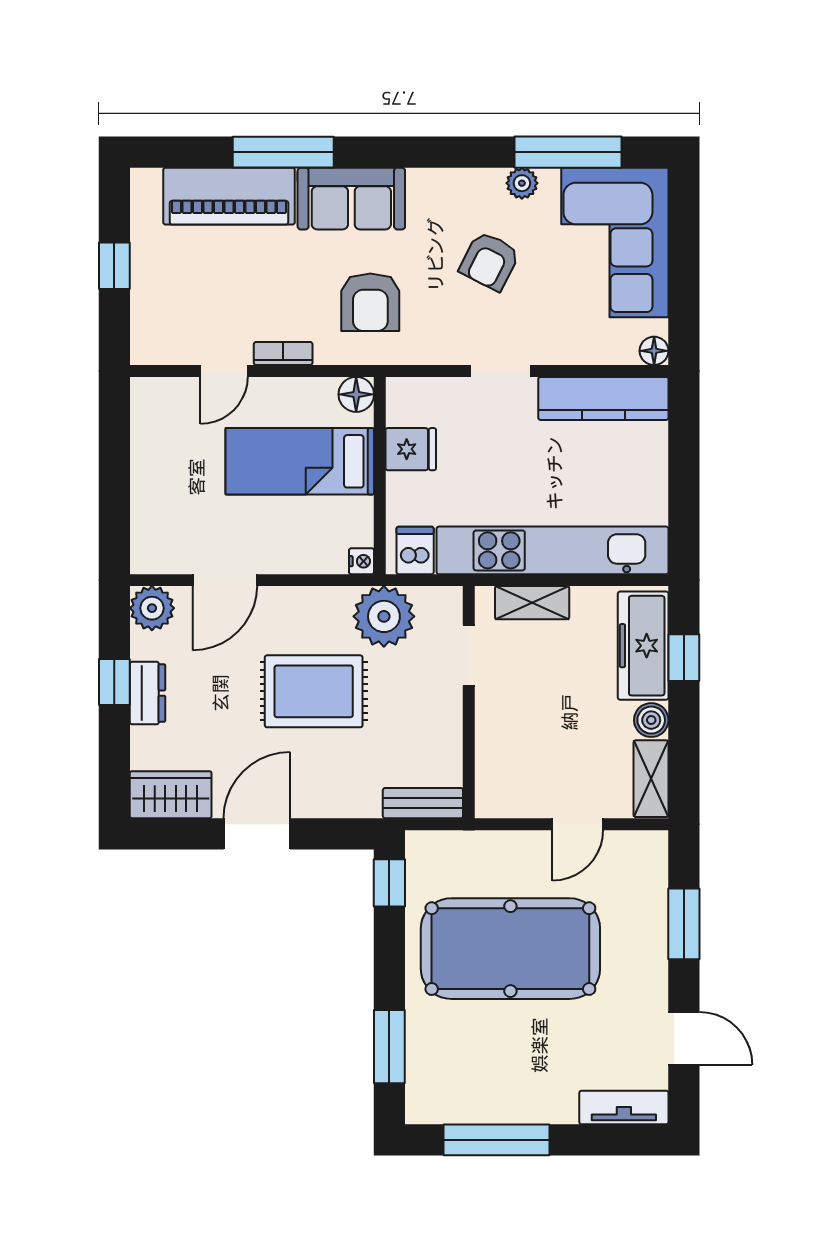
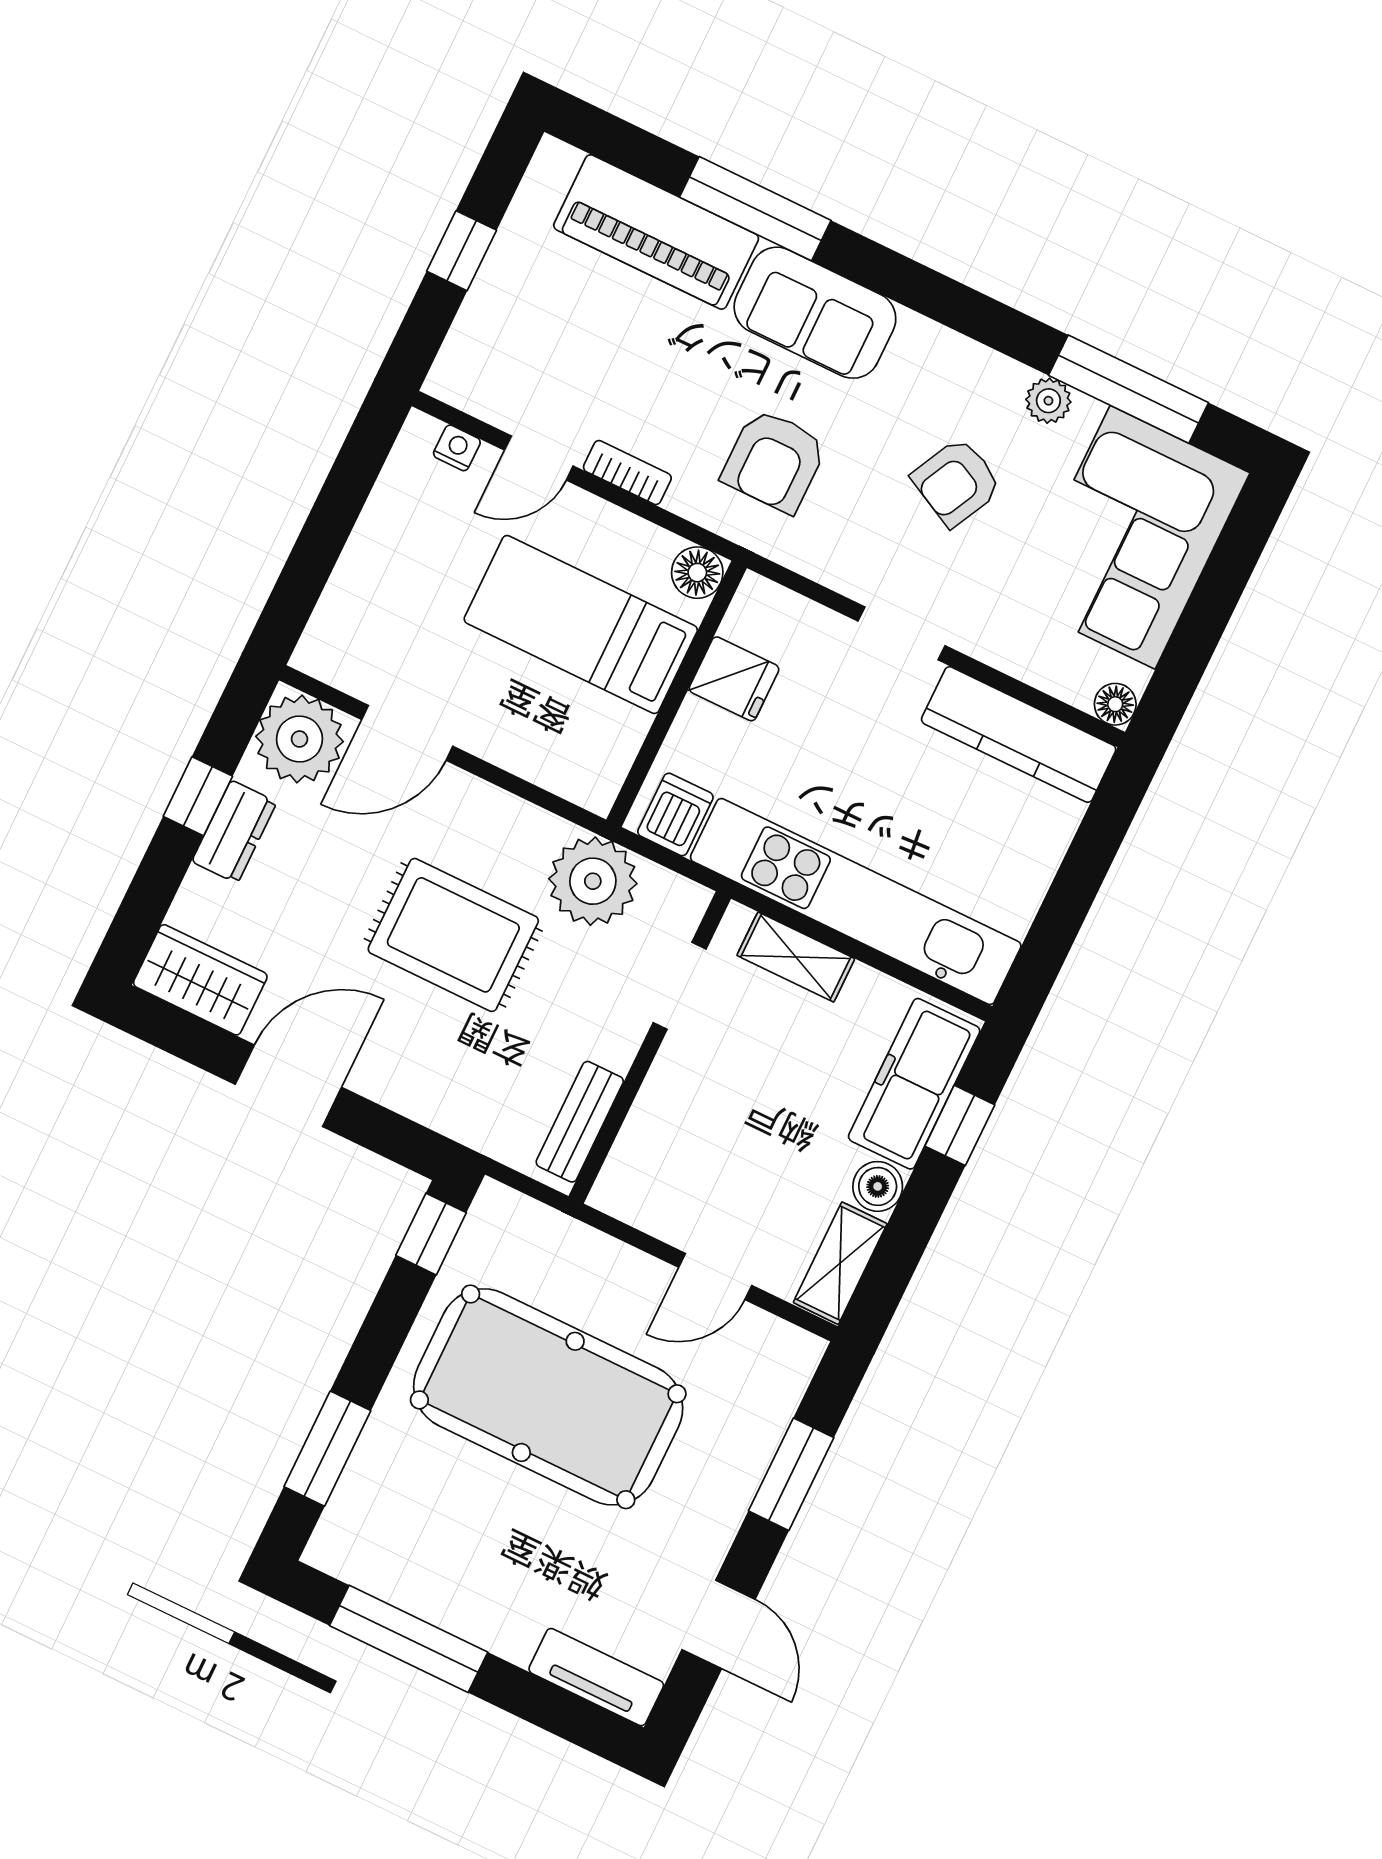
nightstand: (361, 561) -> (457, 448), moved, turned -90
plant: (152, 608) -> (299, 739), width x1.36, depth x1.36
bench: (423, 803) -> (580, 1122), moved, turned 90

